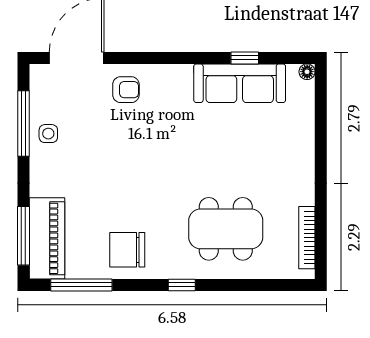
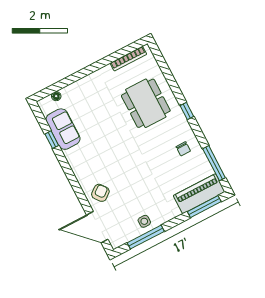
floor lamp: (307, 72) -> (56, 96), moved
sofa: (240, 83) -> (63, 129), width x0.73
armchair: (126, 90) -> (100, 193), turned 52
chair: (127, 250) -> (183, 149), width x0.54, depth x0.54

